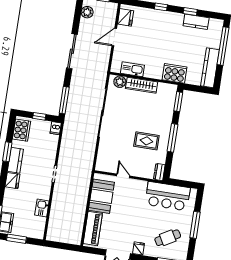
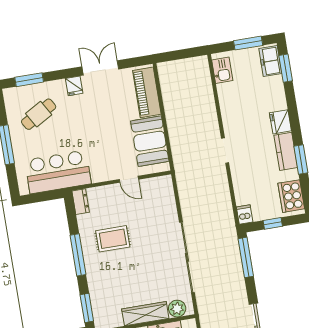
kitchen sink: (42, 208) -> (222, 70), moved

